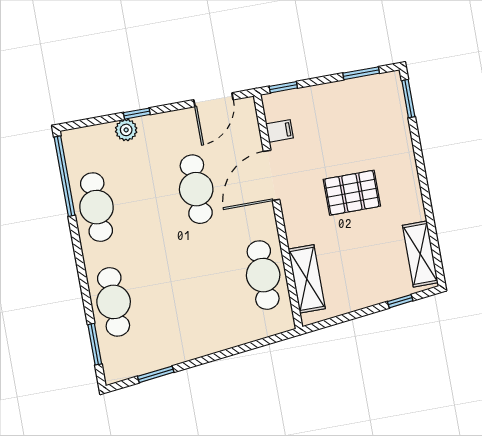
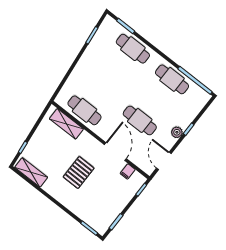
plant: (126, 130) -> (177, 132), moved

